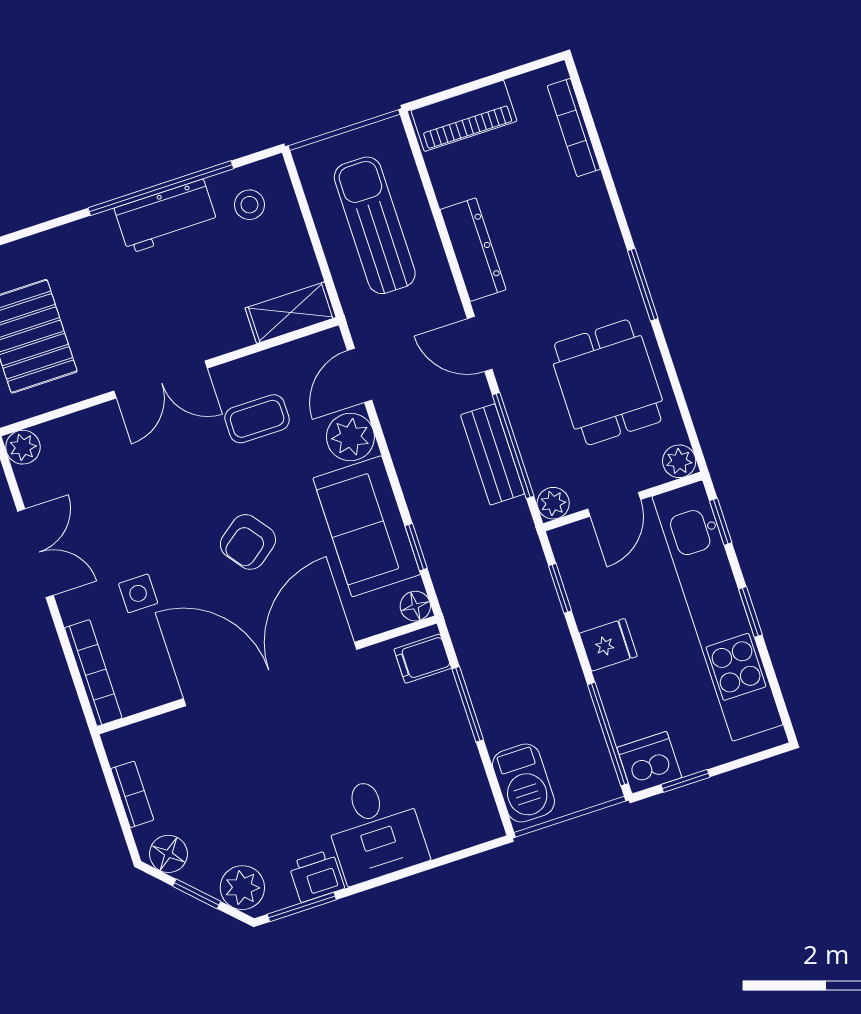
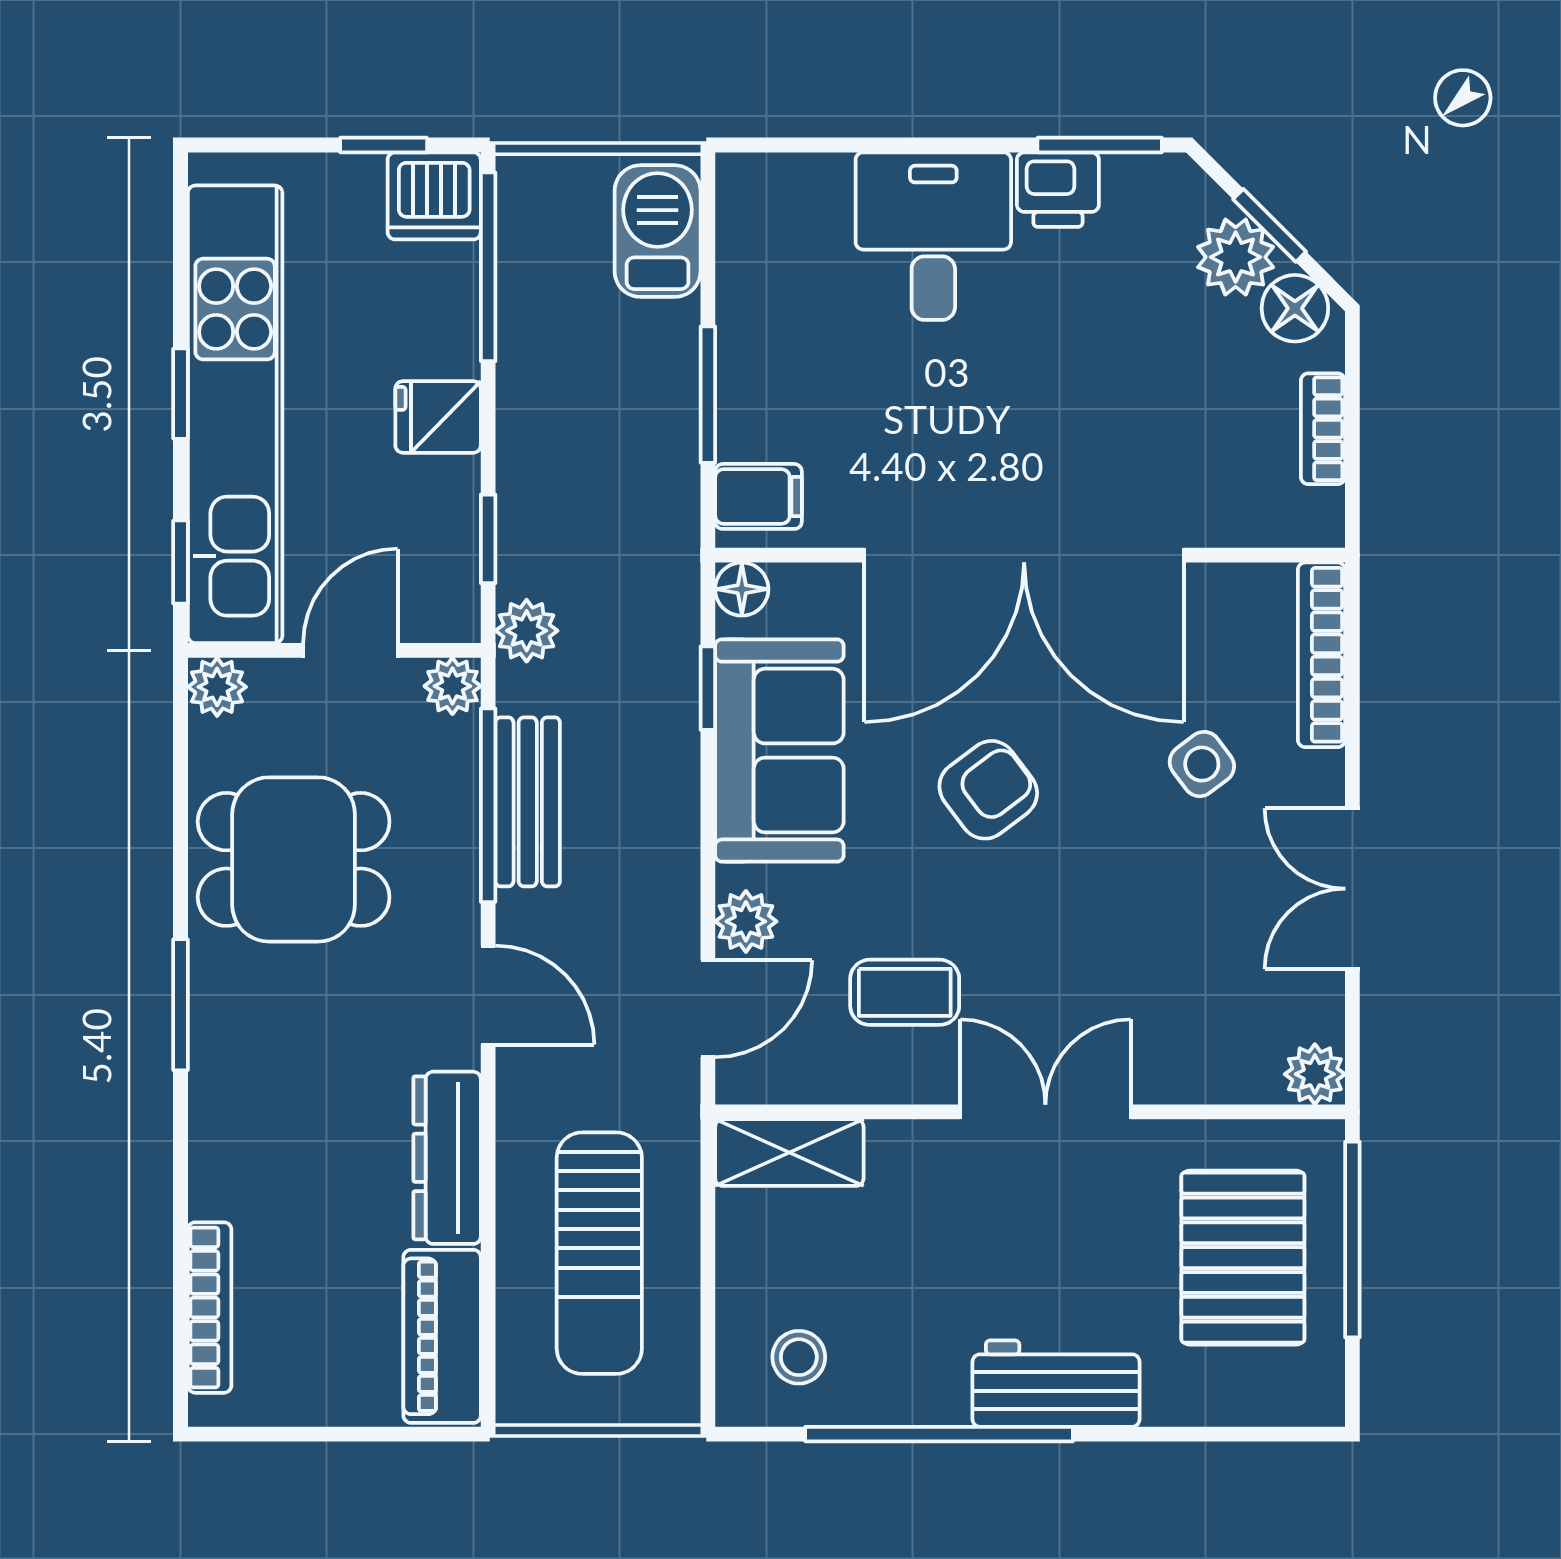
piano: (464, 116) -> (442, 1336), moved, turned -90
workbench: (166, 216) -> (1056, 1384), moved
dining table: (608, 382) -> (294, 859), turned 90
plant: (350, 437) -> (746, 921), width x0.73, depth x0.73
plant: (523, 546) -> (527, 631), added
side table: (138, 593) -> (1202, 764), turned -37
plant: (242, 888) -> (1236, 257), moved

